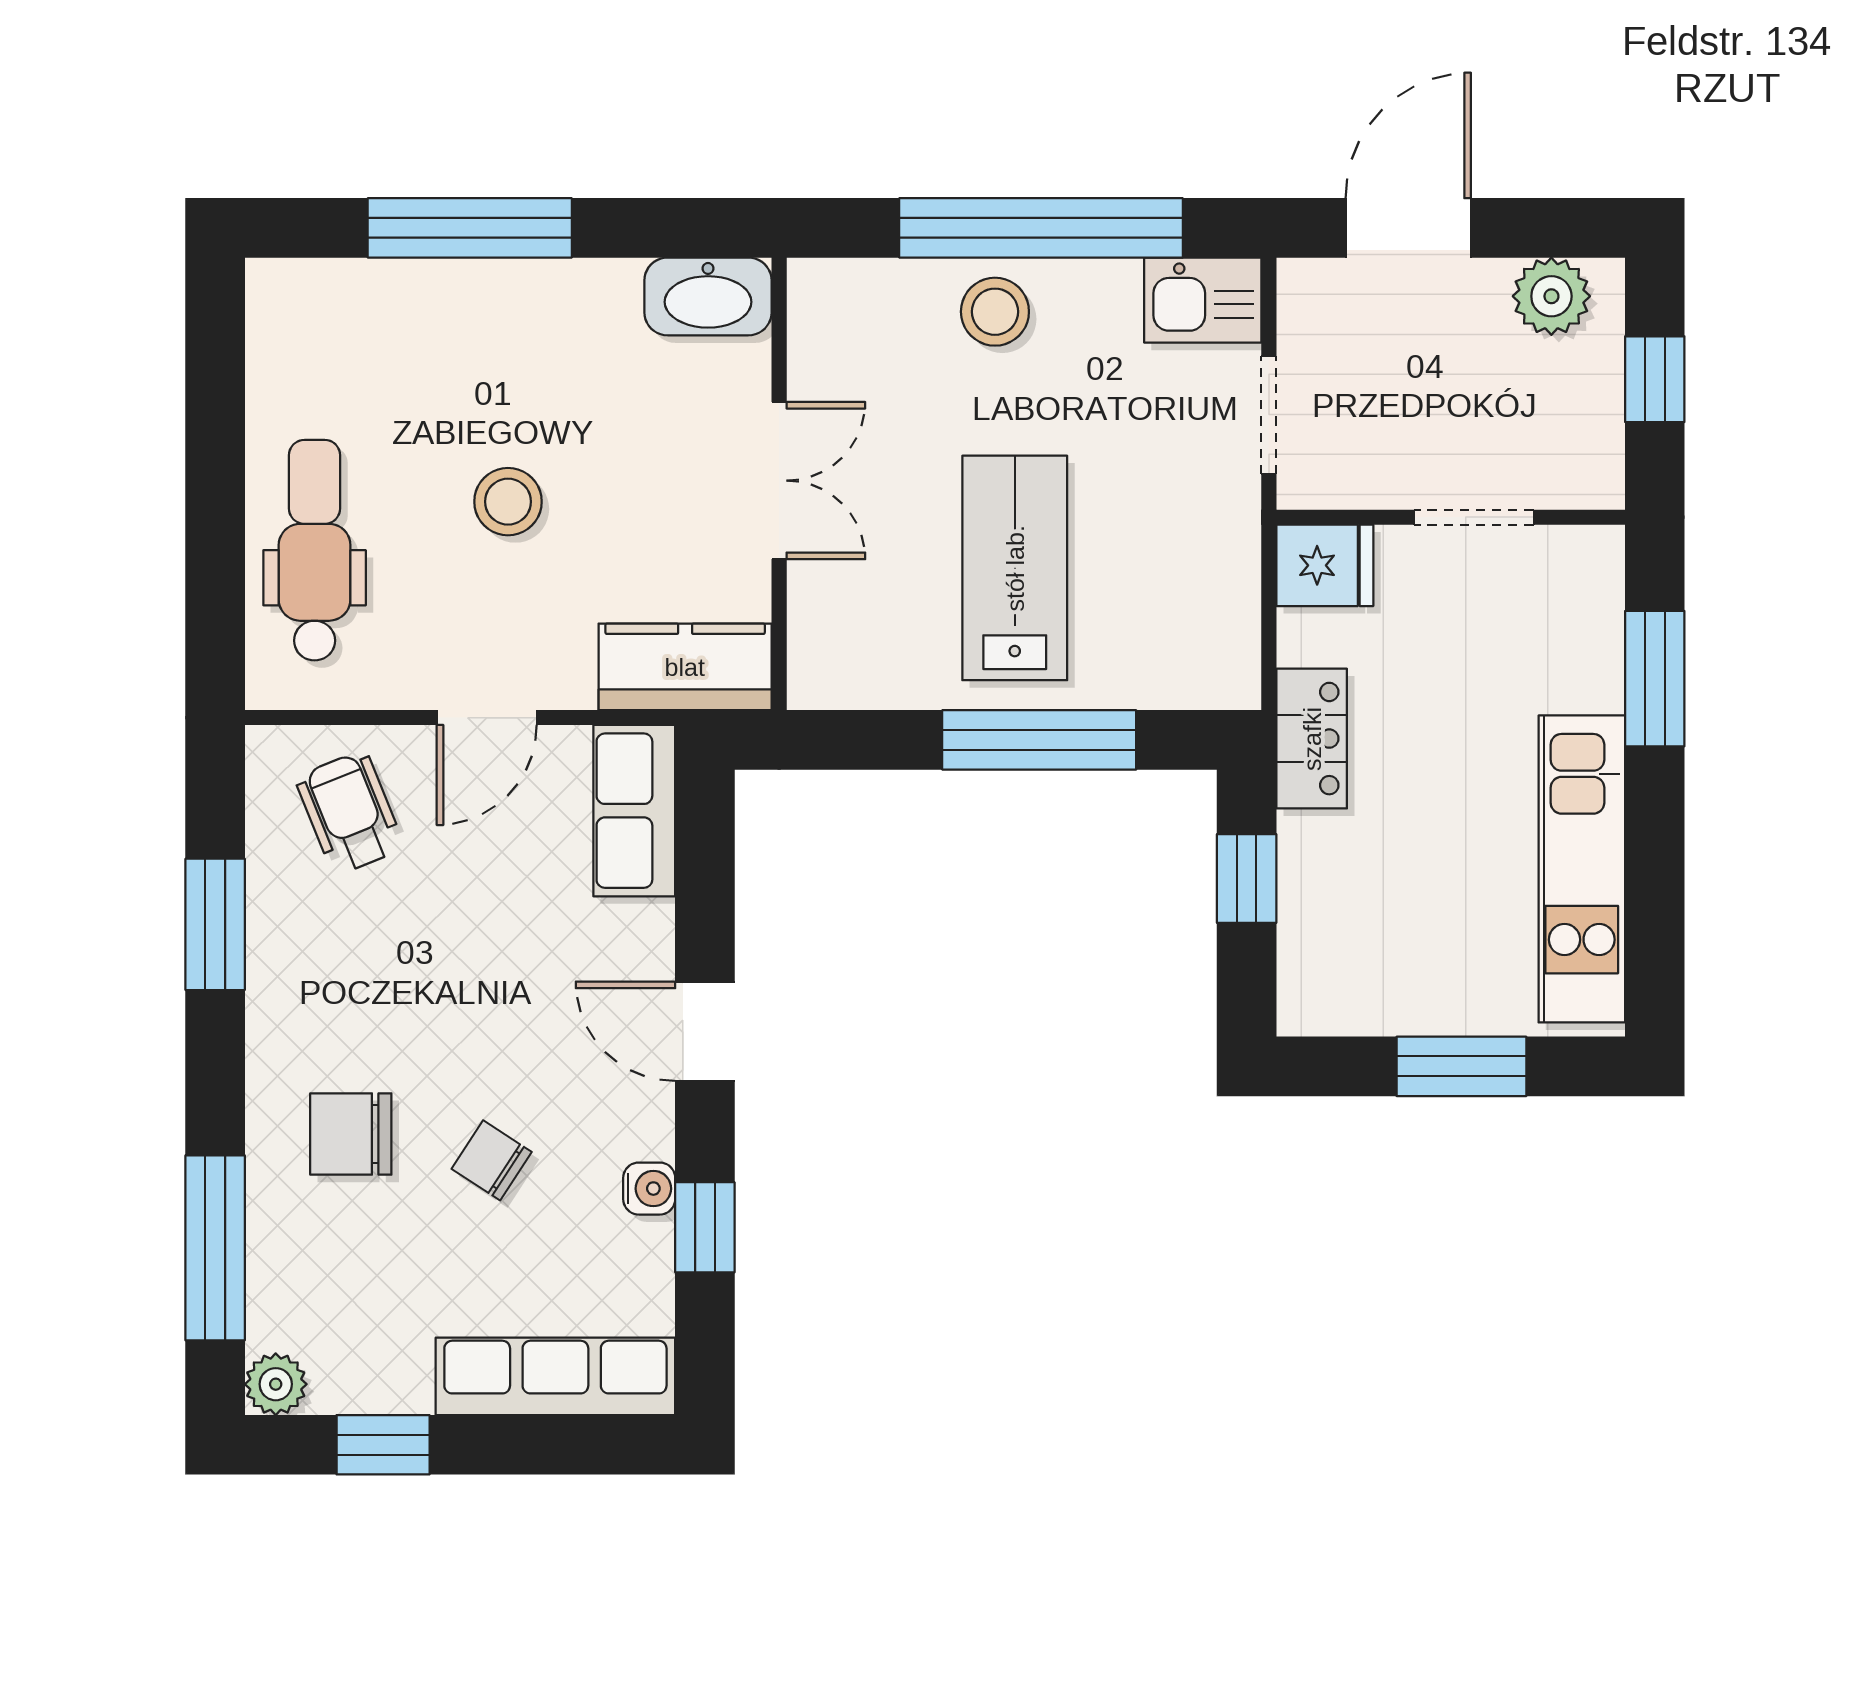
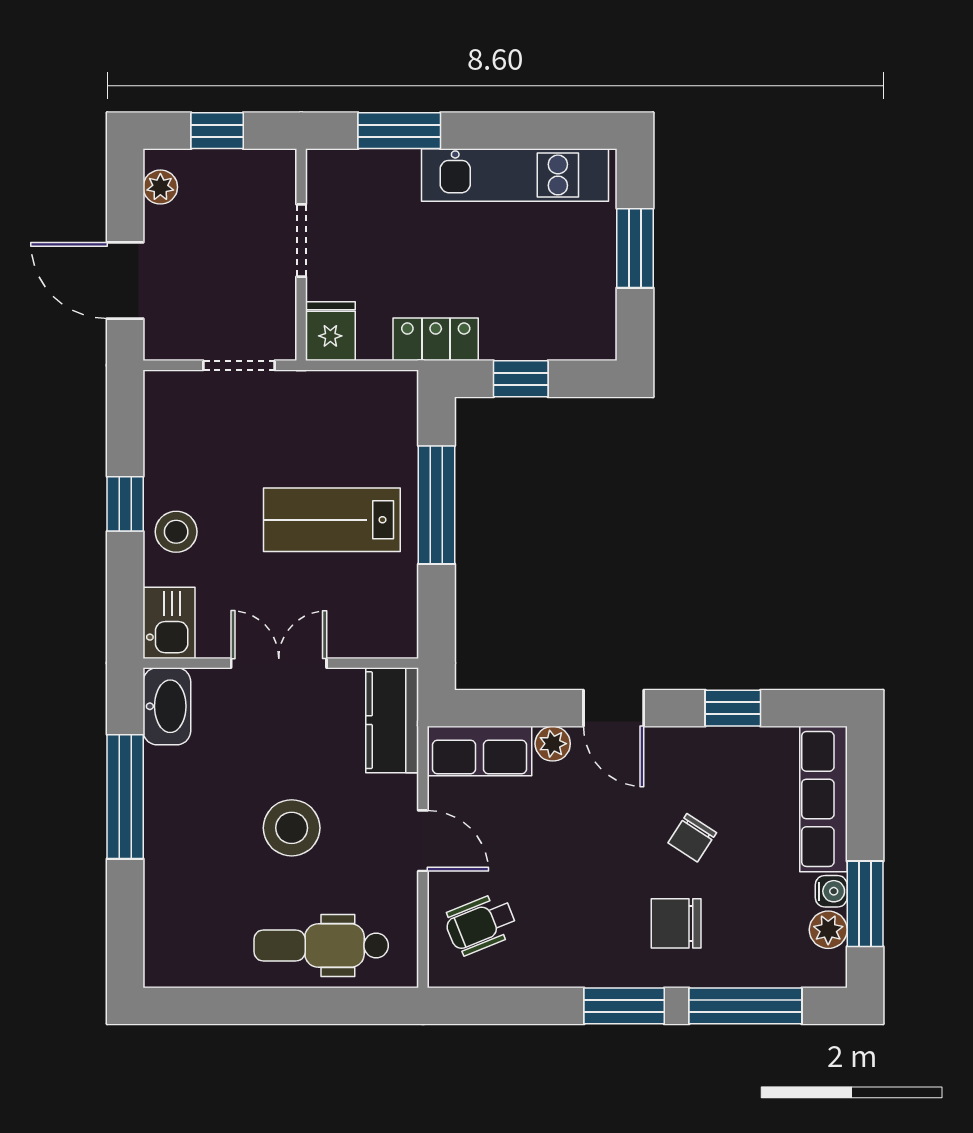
window: (470, 228) -> (125, 797), moved
window: (1041, 228) -> (125, 504), width x0.32
plant: (1551, 296) -> (160, 187), width x0.73, depth x0.73
kitchen sink: (1203, 300) -> (169, 623), moved
stool: (508, 502) -> (292, 828), width x1.38, depth x1.38
window: (215, 924) -> (624, 1006), moved
plant: (646, 931) -> (553, 744), added
door: (705, 1031) -> (614, 708), hinge flipped
chair: (351, 1134) -> (676, 923), turned 90
water cooler: (649, 1189) -> (831, 891), moved, turned 90
plant: (276, 1384) -> (828, 930), moved
window: (383, 1445) -> (865, 904), width x1.50

